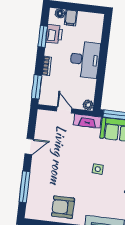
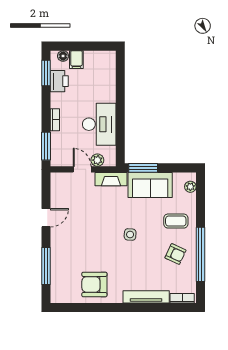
window: (43, 36) -> (46, 73), moved
desk: (85, 60) -> (99, 124), moved
plant: (88, 105) -> (97, 160), moved

